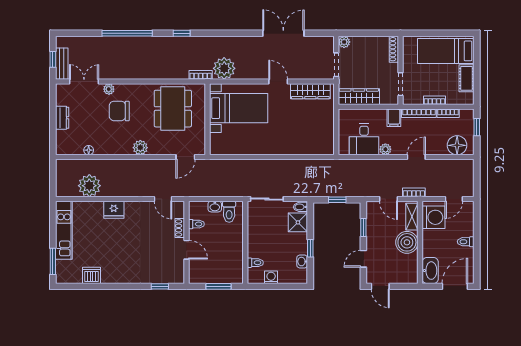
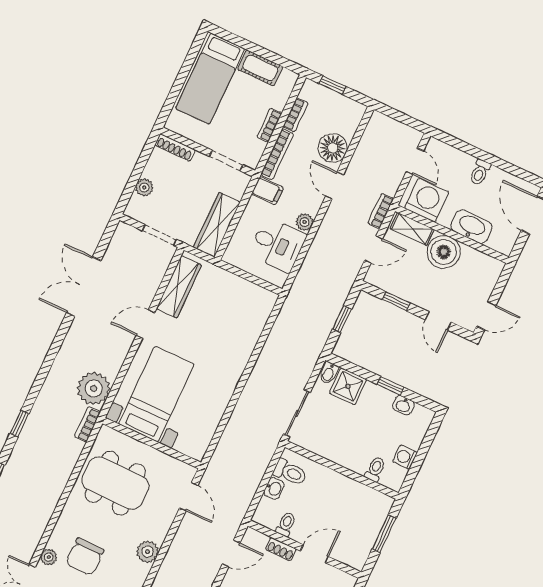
plant: (344, 42) -> (144, 187), moved
floor lamp: (457, 145) -> (333, 148), moved
washbasin: (430, 271) -> (471, 227), moved

